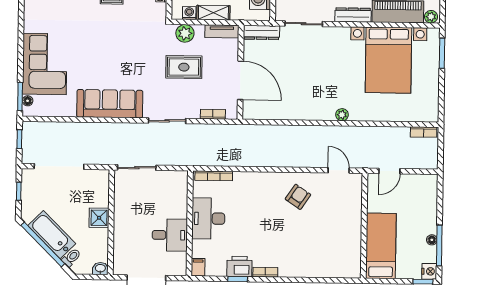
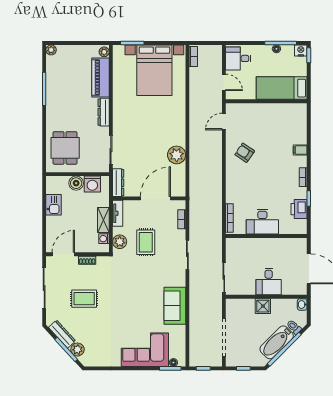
bed with nightstands: (388, 60) -> (154, 70), moved, turned 90
sofa: (110, 104) -> (175, 306), width x0.73
plant: (342, 115) -> (177, 155), moved, width x1.88, depth x1.88
desk: (420, 190) -> (238, 58), added
desk: (170, 235) -> (269, 281), moved, turned 180
printer: (239, 266) -> (299, 209), moved
filing cabinet: (198, 267) -> (300, 150), moved

